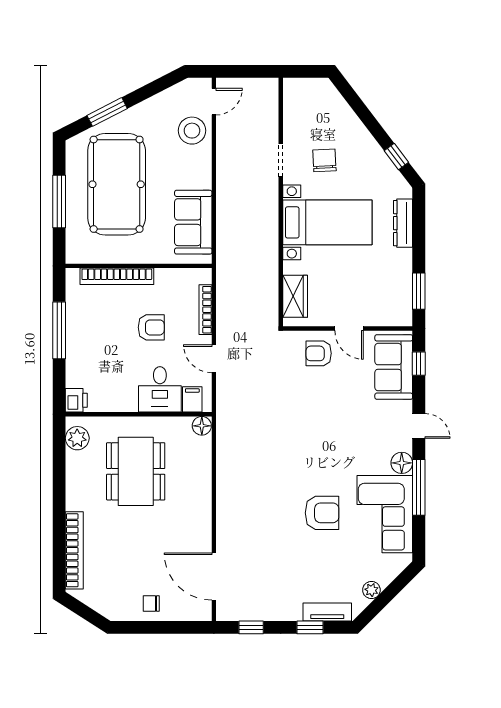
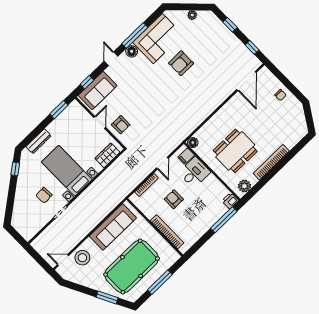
sofa: (193, 222) -> (113, 227), width x1.36
window: (59, 330) -> (224, 220), moved
armchair: (322, 513) -> (181, 63), turned -90
bookcase: (74, 550) -> (271, 162), moved
tv unit: (327, 612) -> (217, 24), removed

